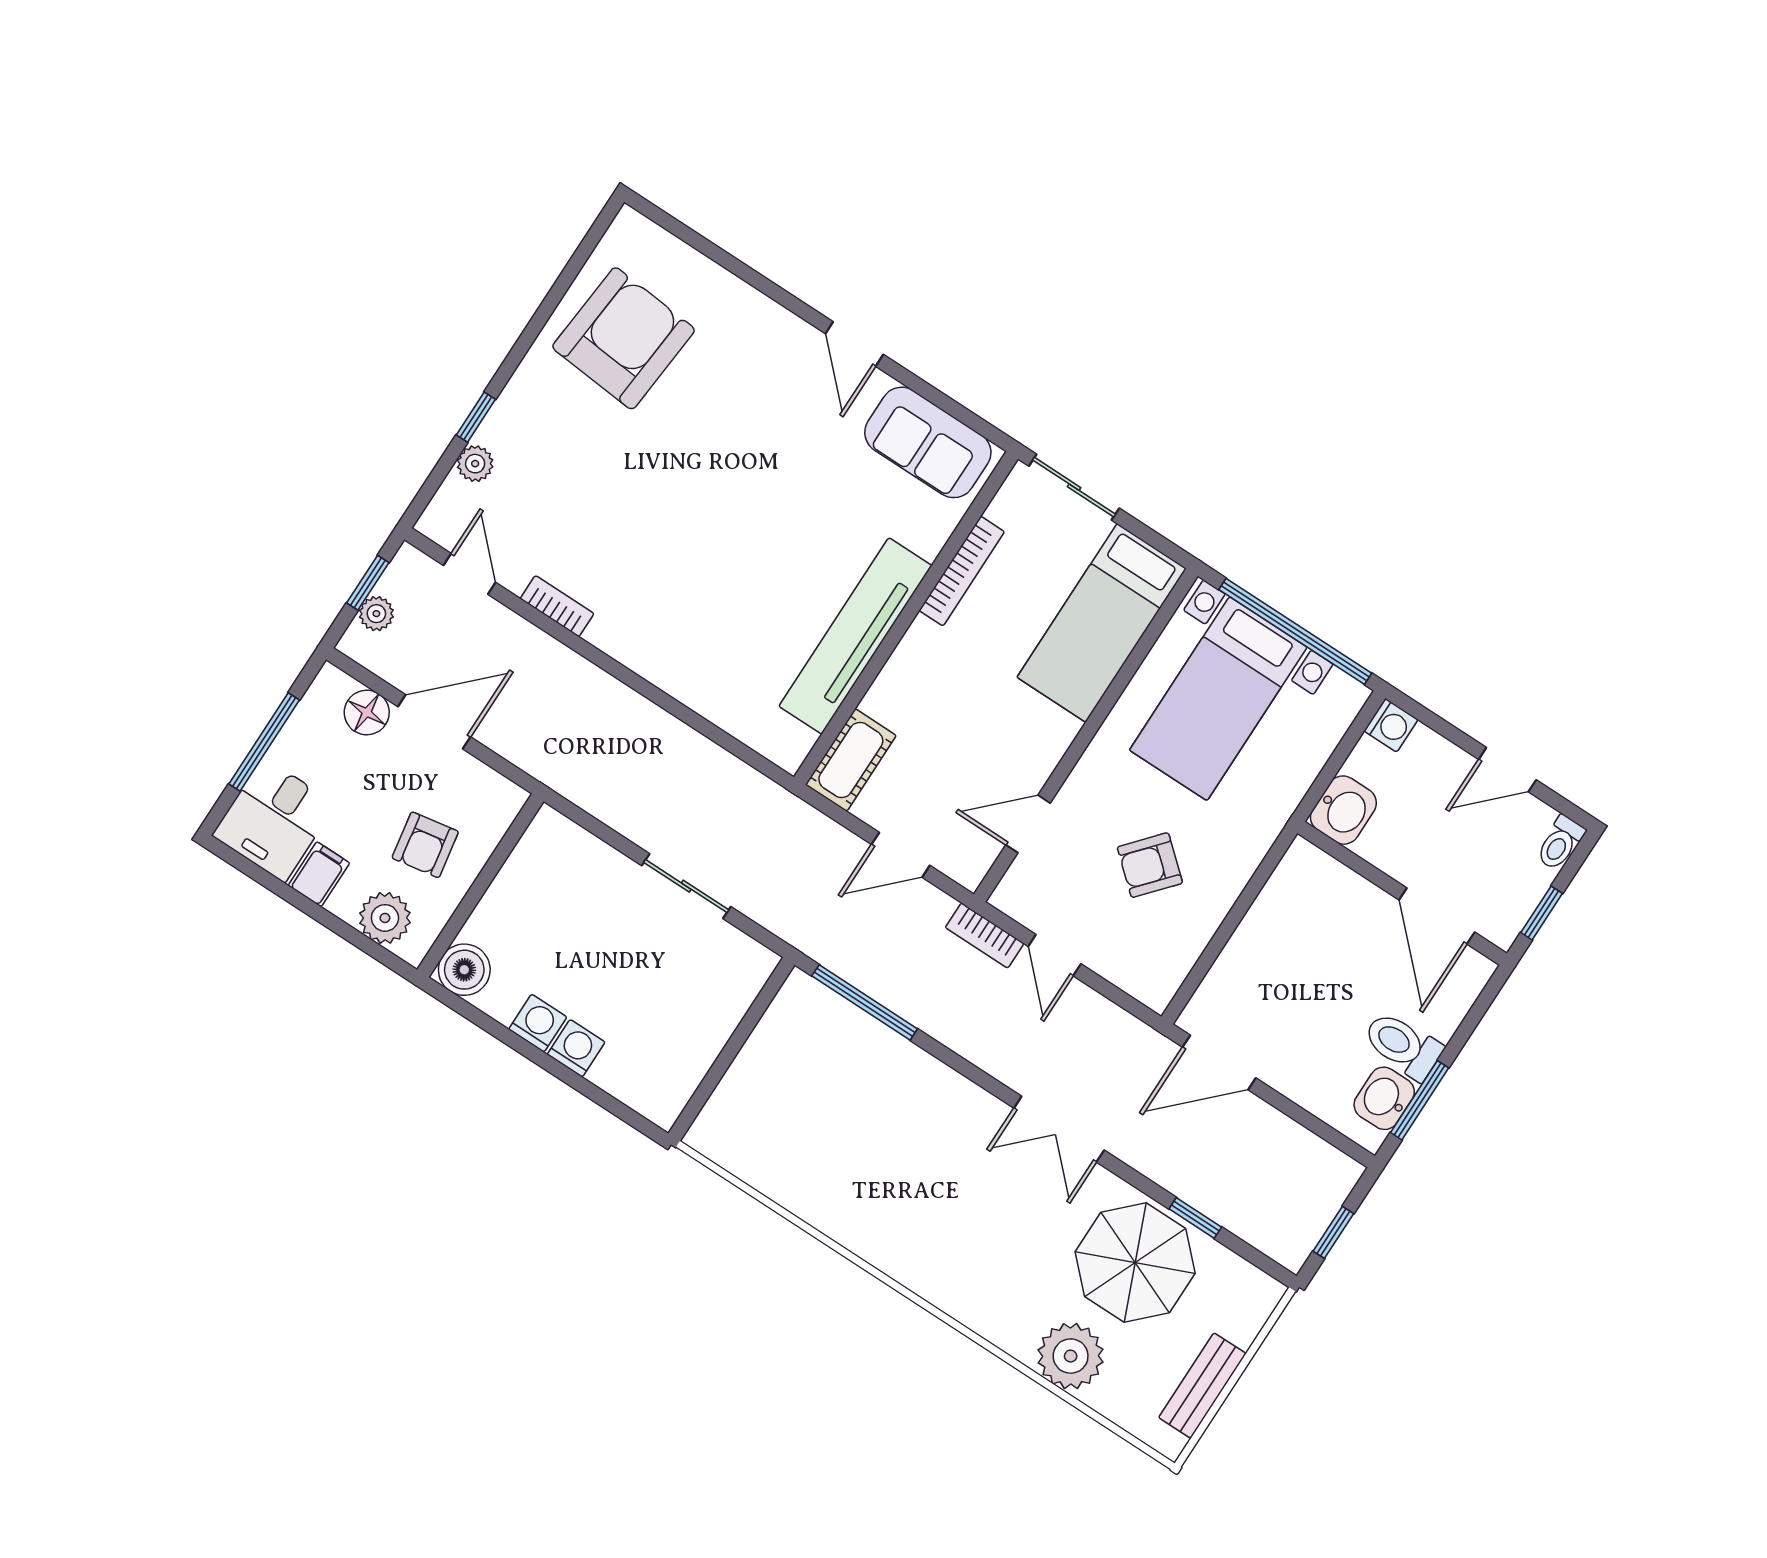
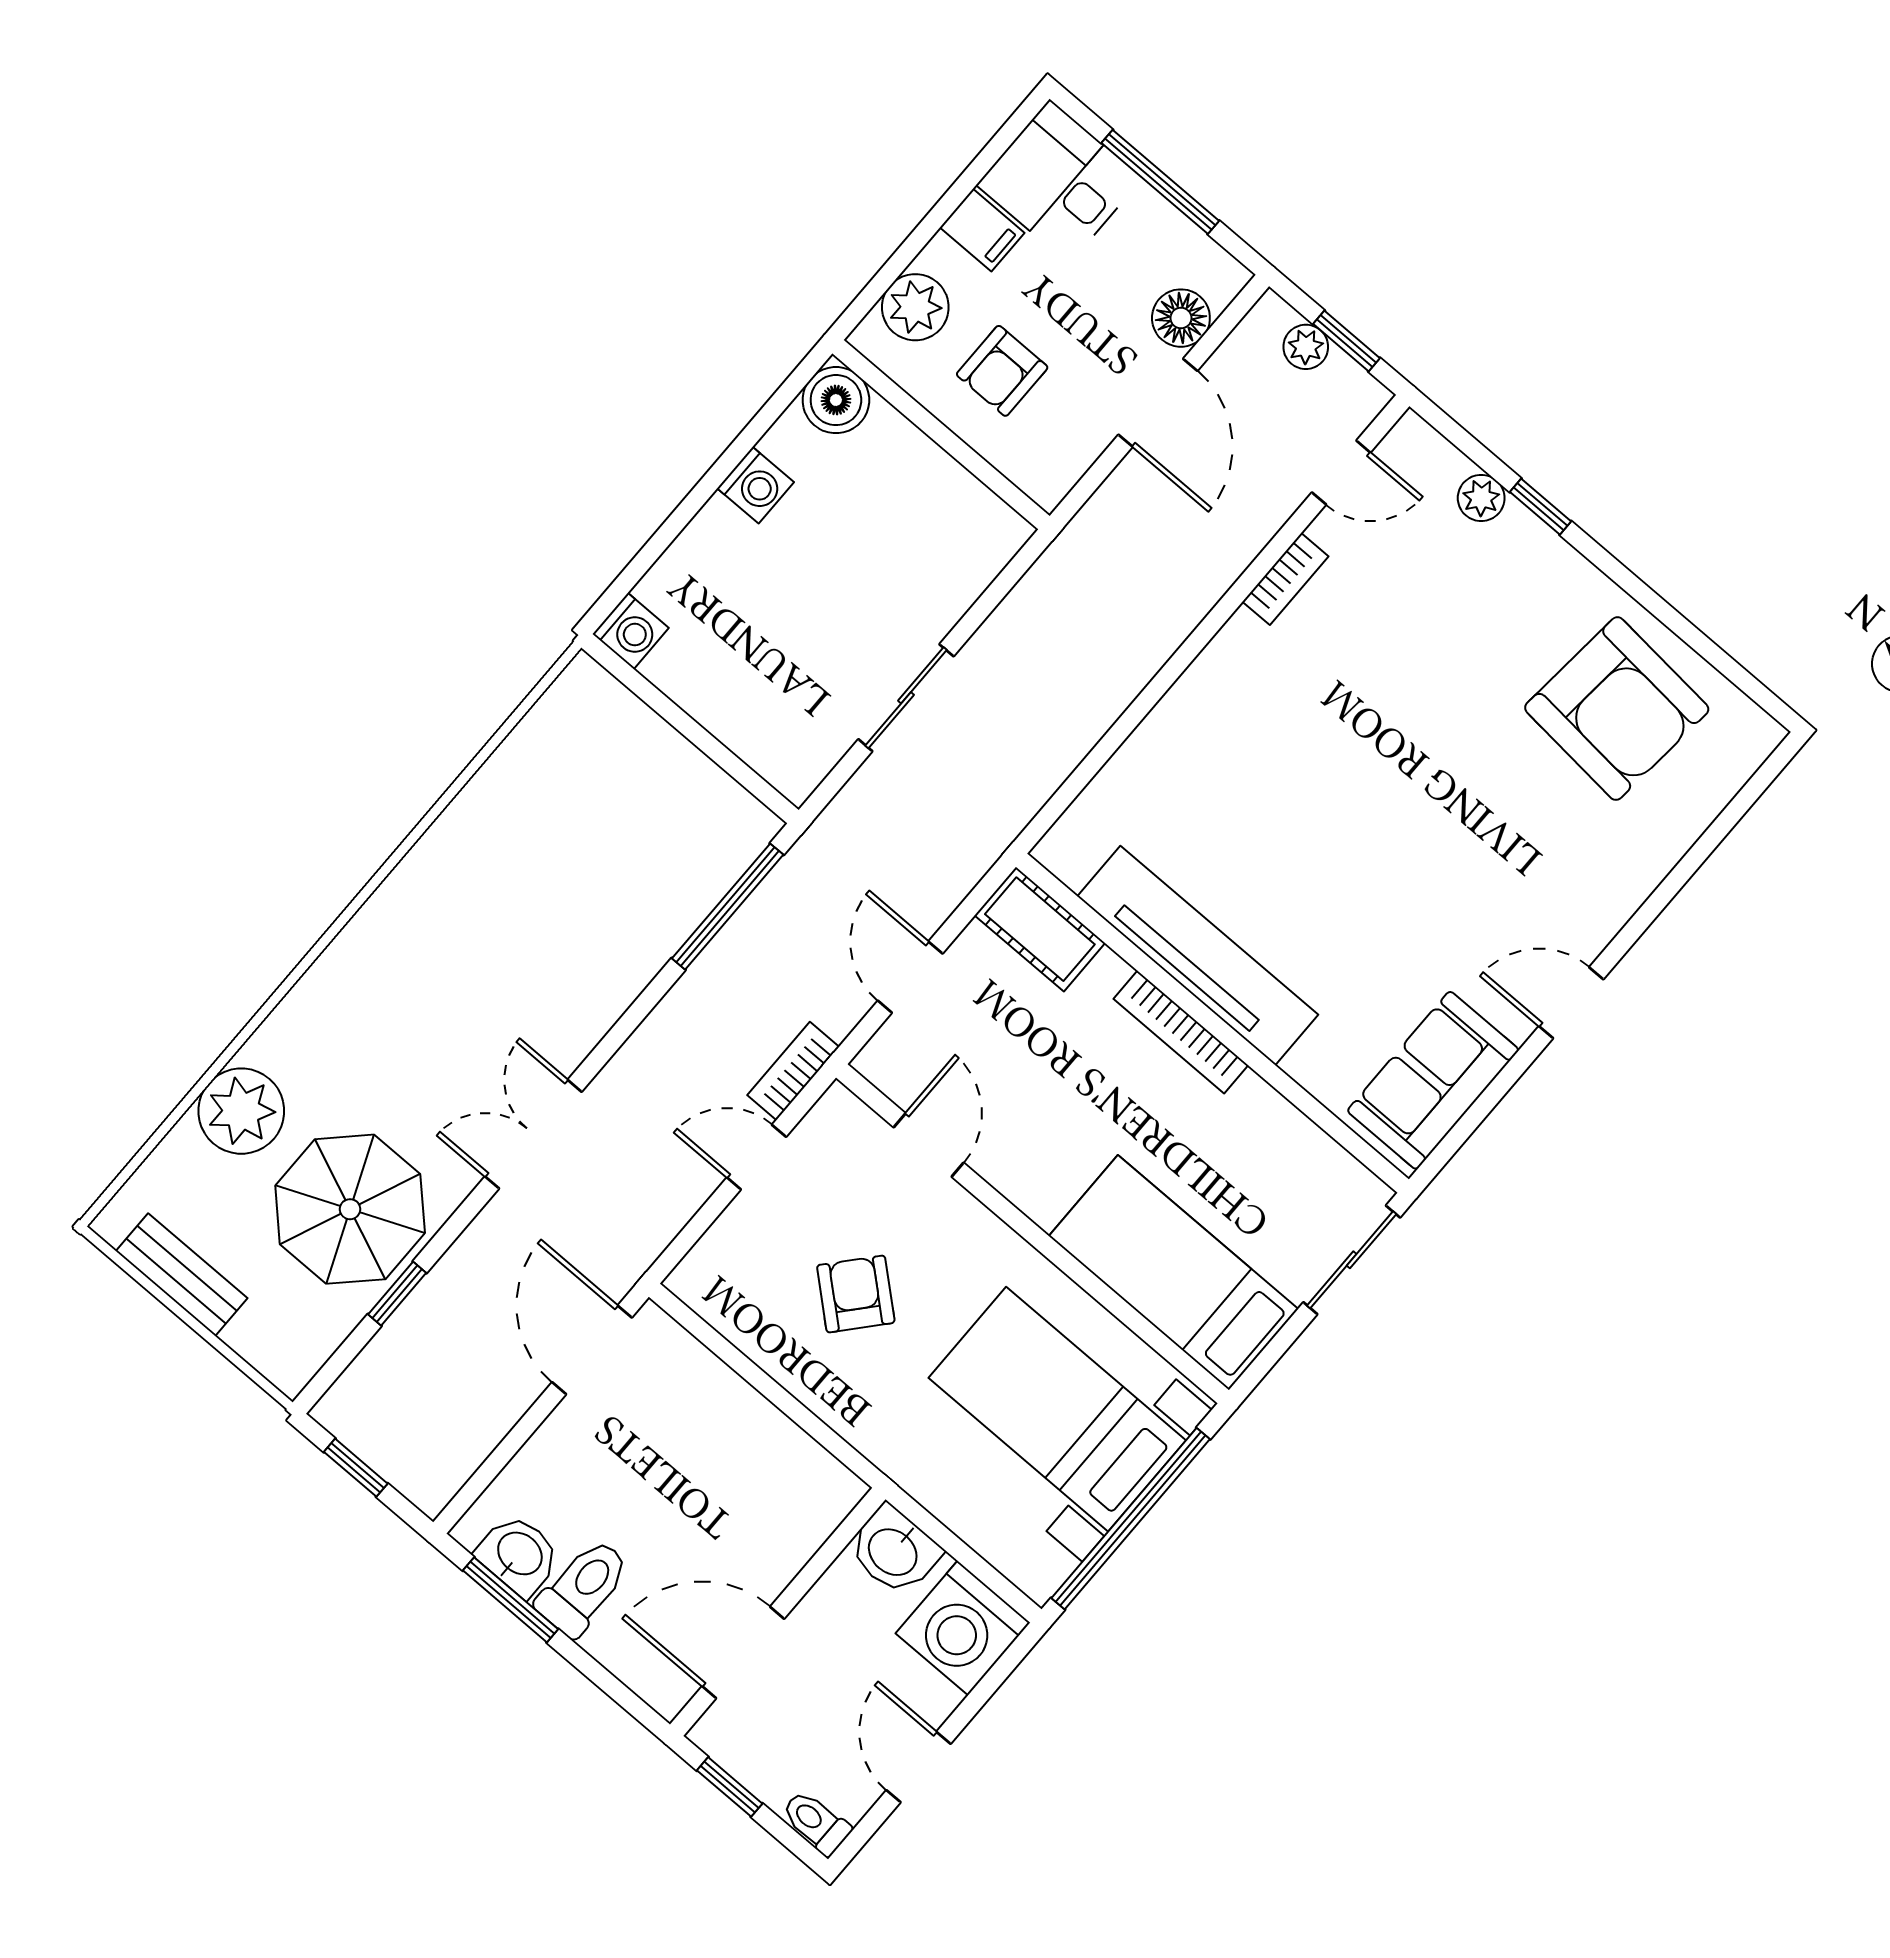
bookcase: (962, 571) -> (1181, 1032), moved
washing machine: (1391, 725) -> (963, 1628), width x1.89, depth x1.89
armchair: (425, 845) -> (1002, 371), turned -80
washing machine: (576, 1048) -> (631, 631), moved

